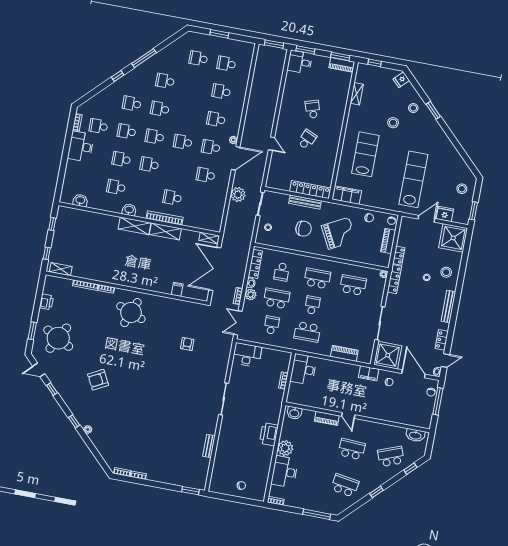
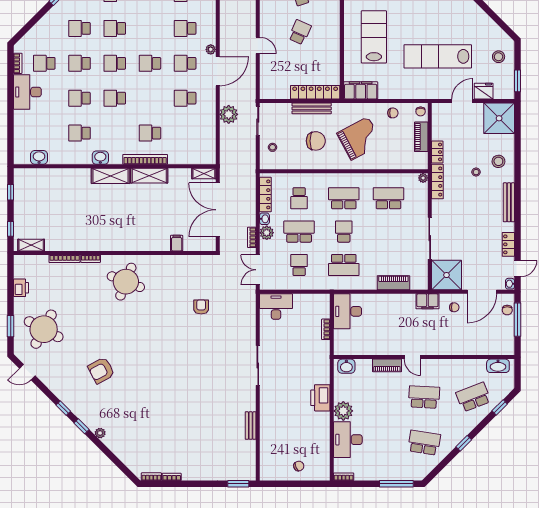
lab bench: (413, 179) -> (438, 56), turned -90
door: (413, 374) -> (482, 292), swing flipped
window: (52, 389) -> (63, 408), moved

